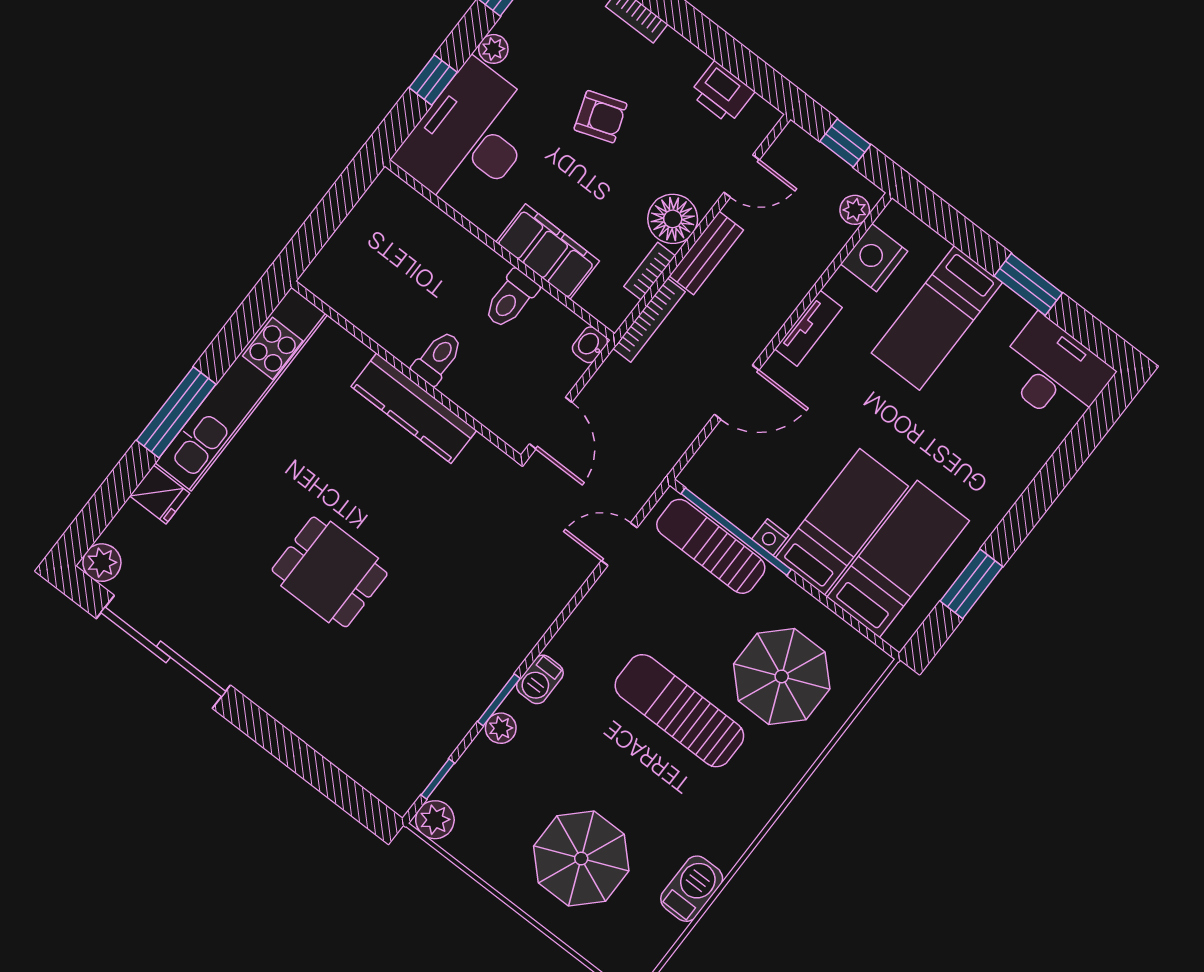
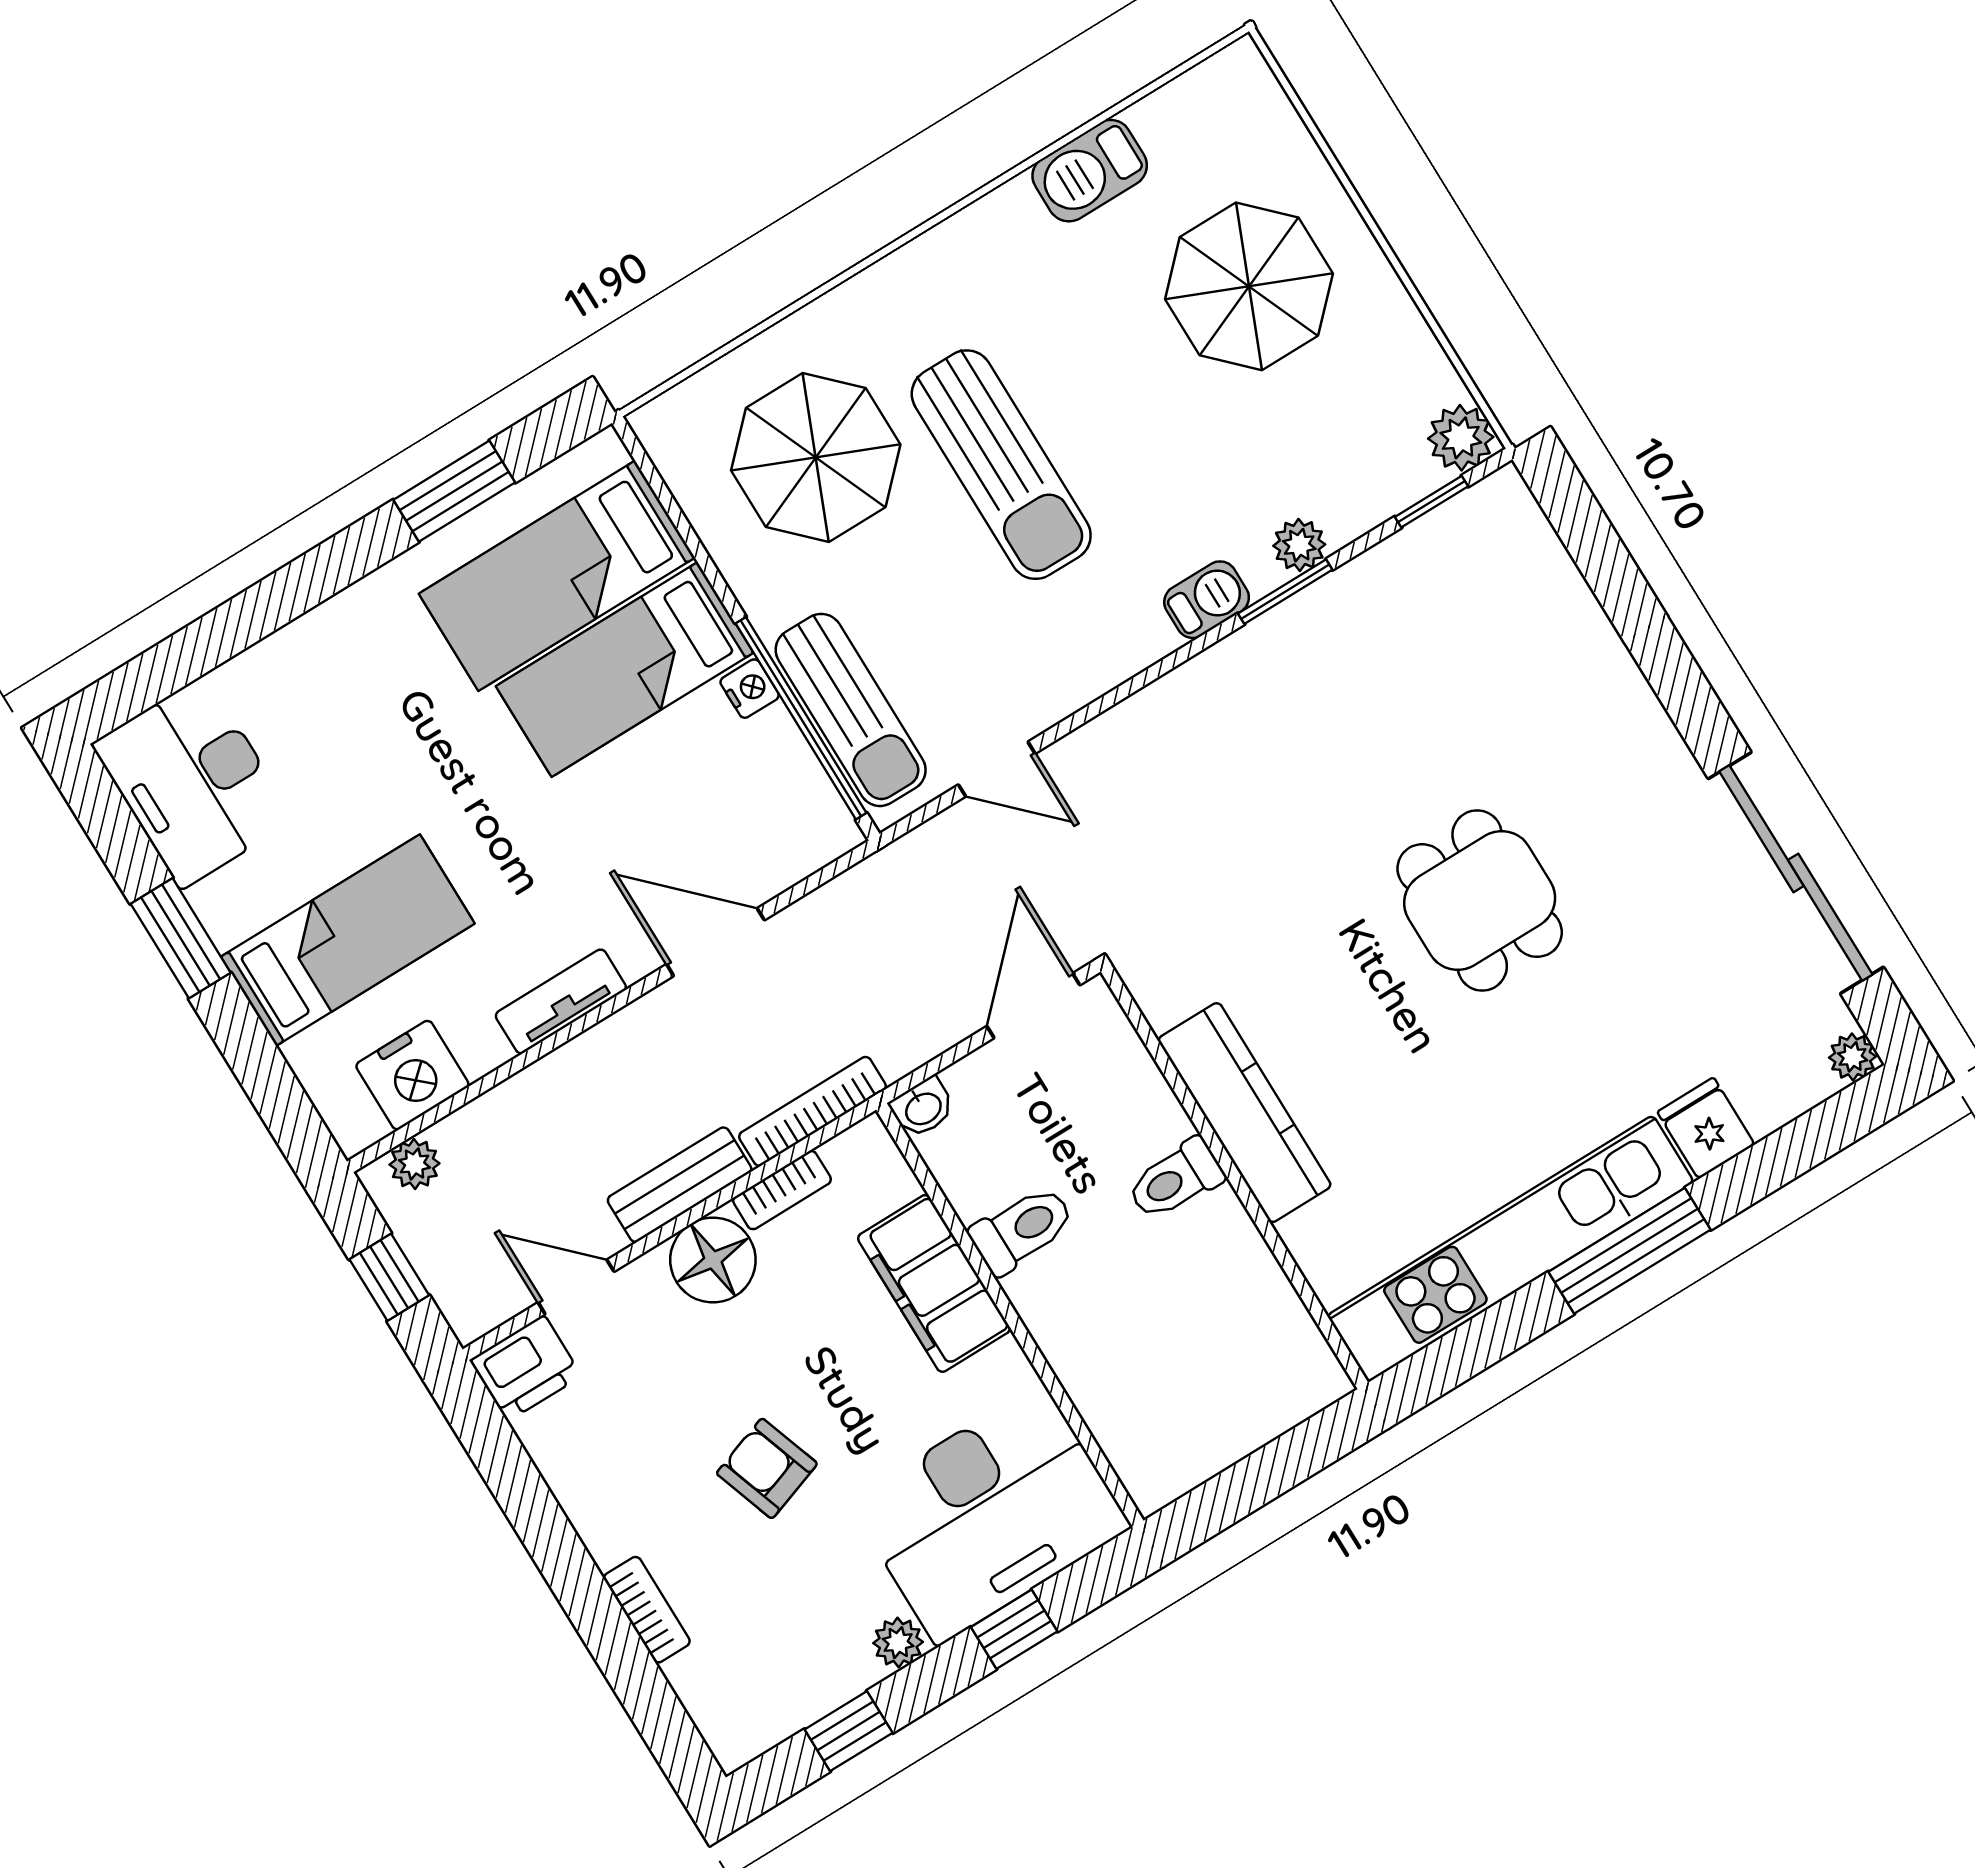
printer: (722, 93) -> (526, 1368), moved, turned 90
plant: (102, 563) -> (1853, 1057), width x0.73, depth x0.73

